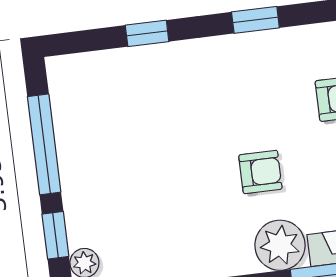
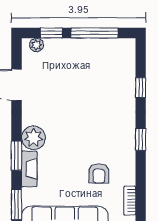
armchair: (260, 172) -> (69, 133), removed

